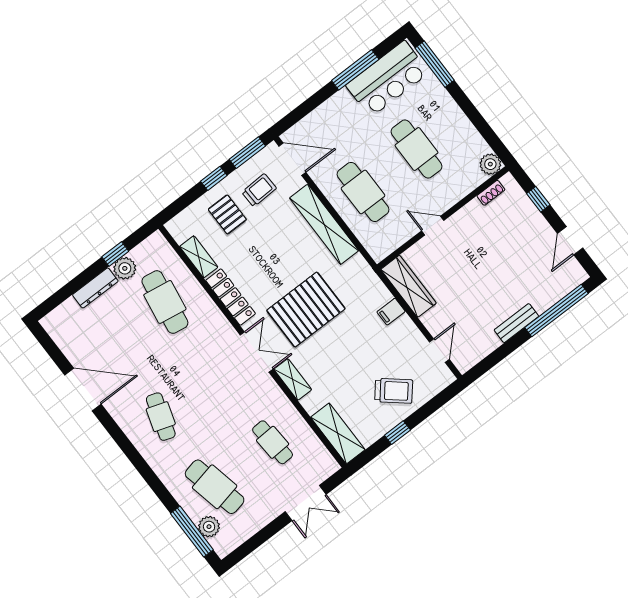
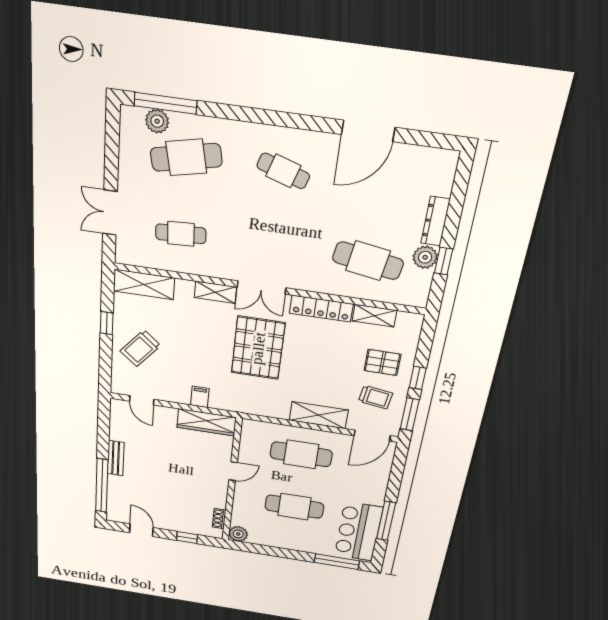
trolley: (259, 190) -> (375, 397), turned -80
shelving: (324, 224) -> (319, 415), width x0.68

